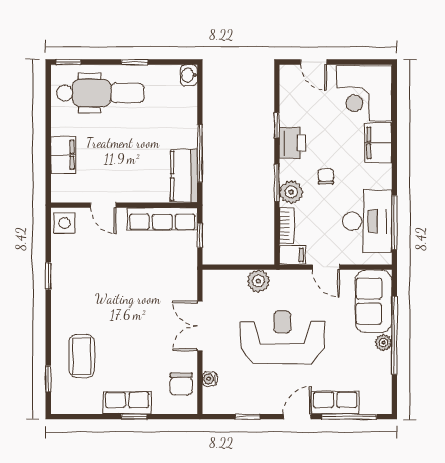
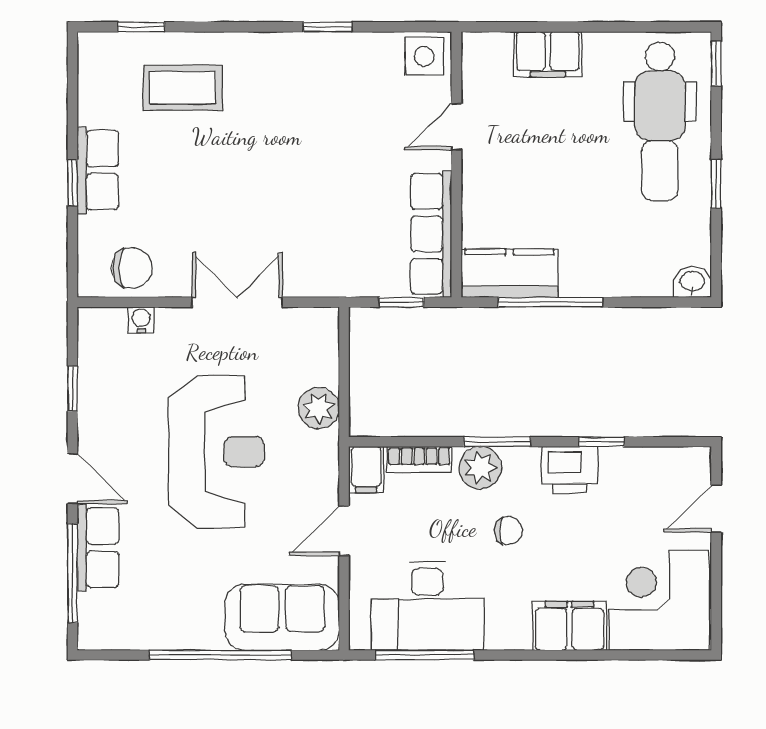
plant: (384, 343) -> (207, 635), removed
chair: (181, 384) -> (132, 268), turned 180

